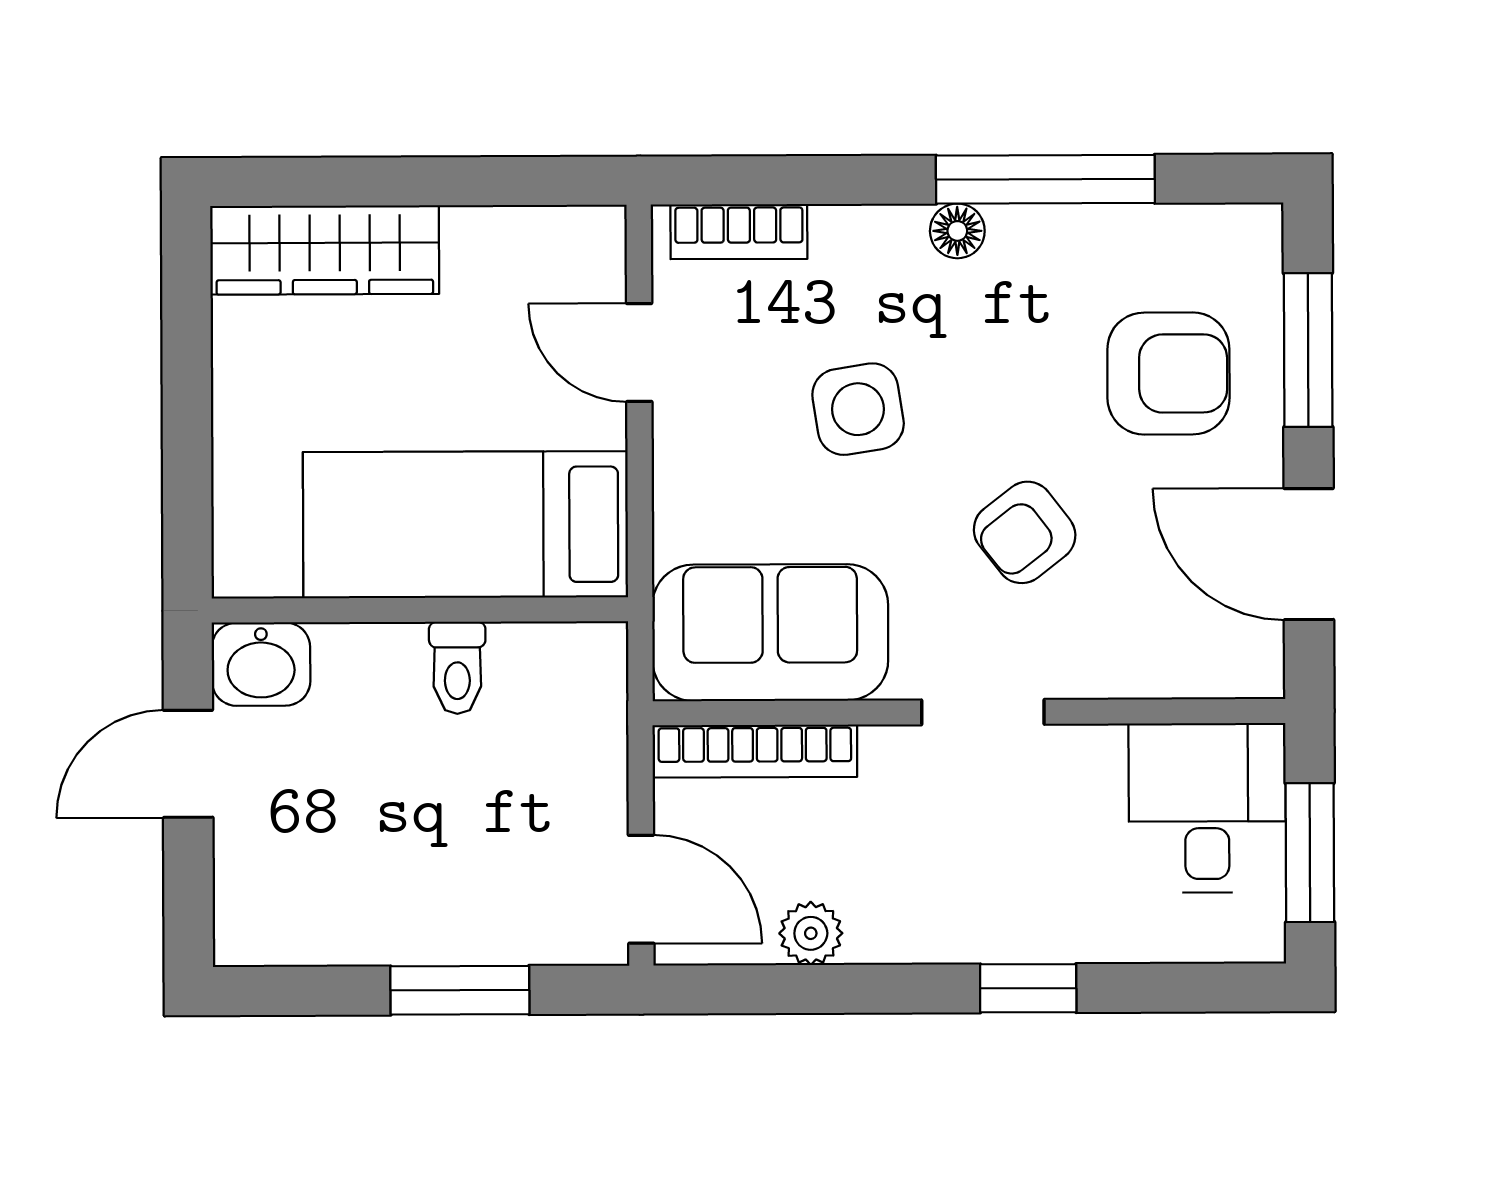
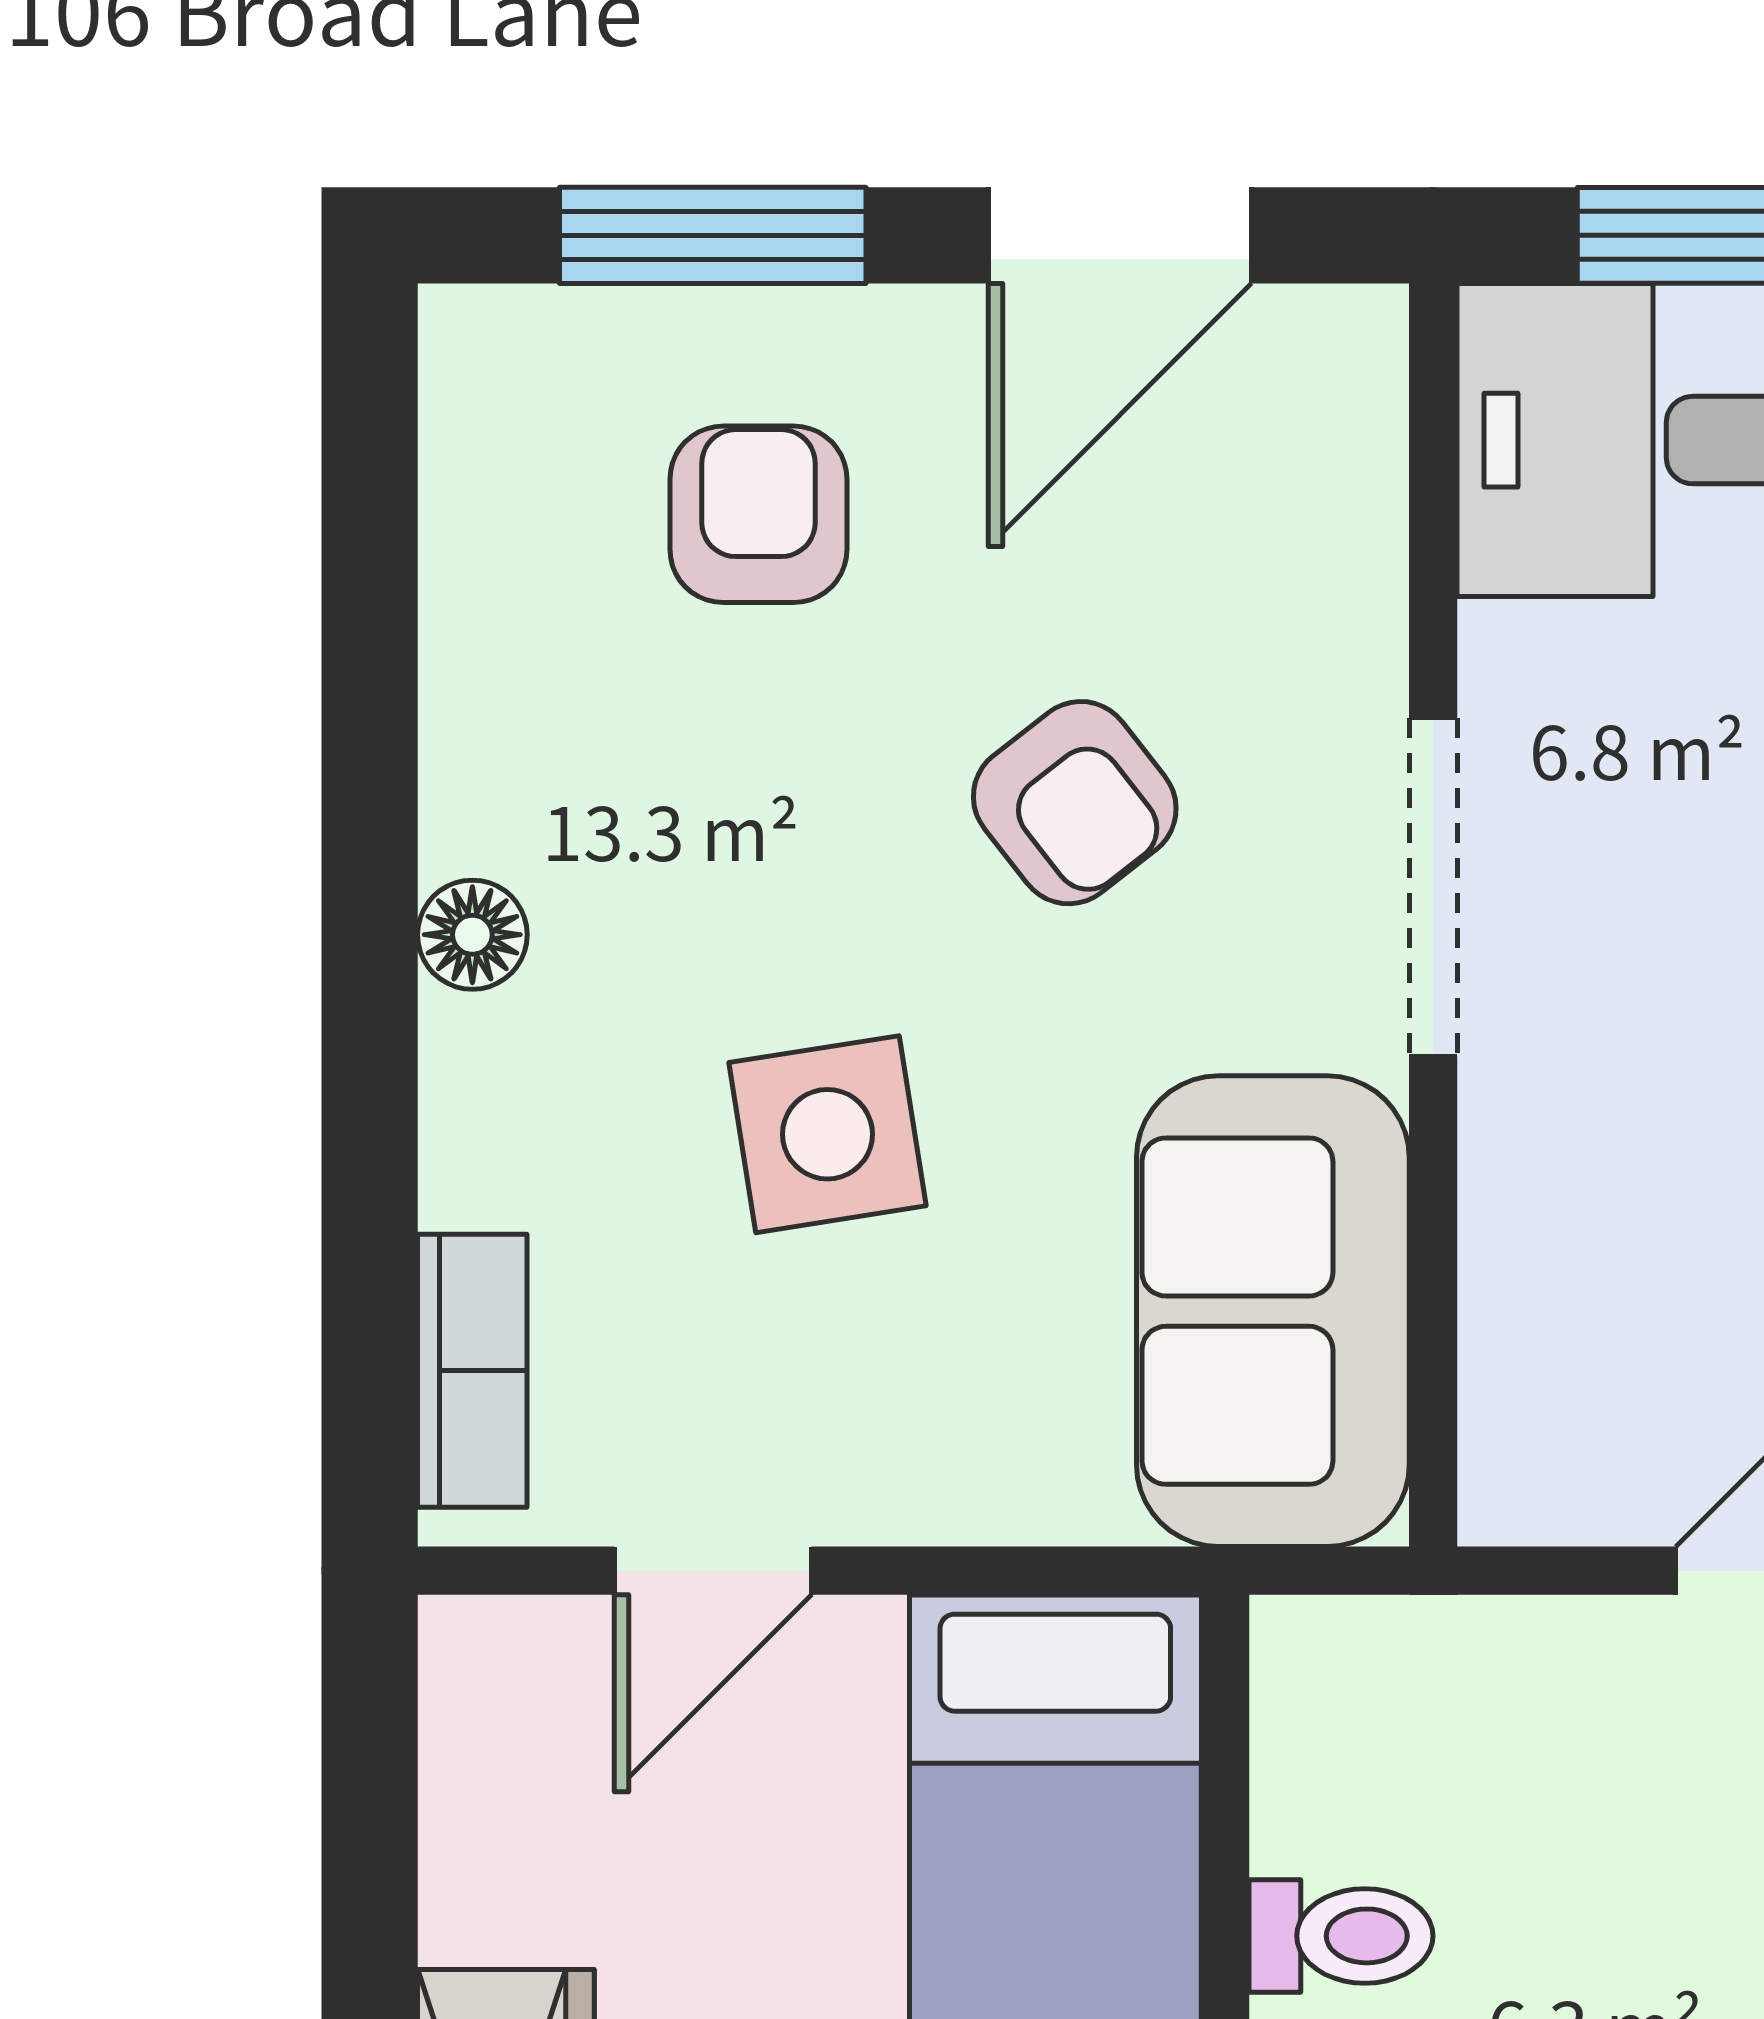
window: (1045, 179) -> (370, 759), removed
armchair: (1168, 374) -> (758, 514), width x0.72, depth x0.72
doorway: (983, 712) -> (1433, 887), width x1.38
bookcase: (755, 751) -> (1509, 1343), removed

